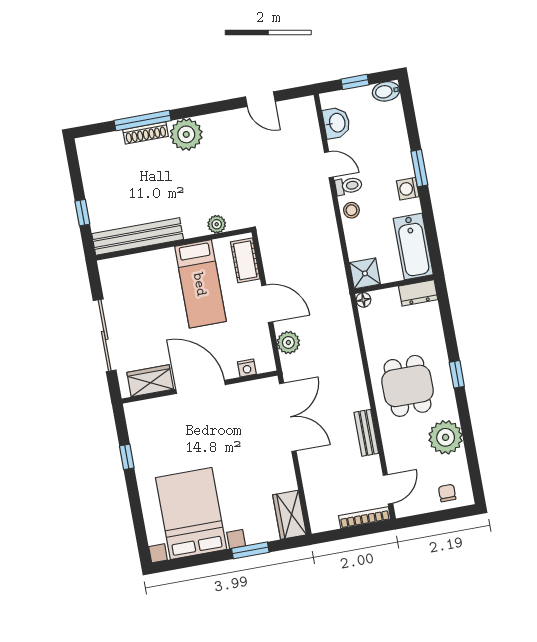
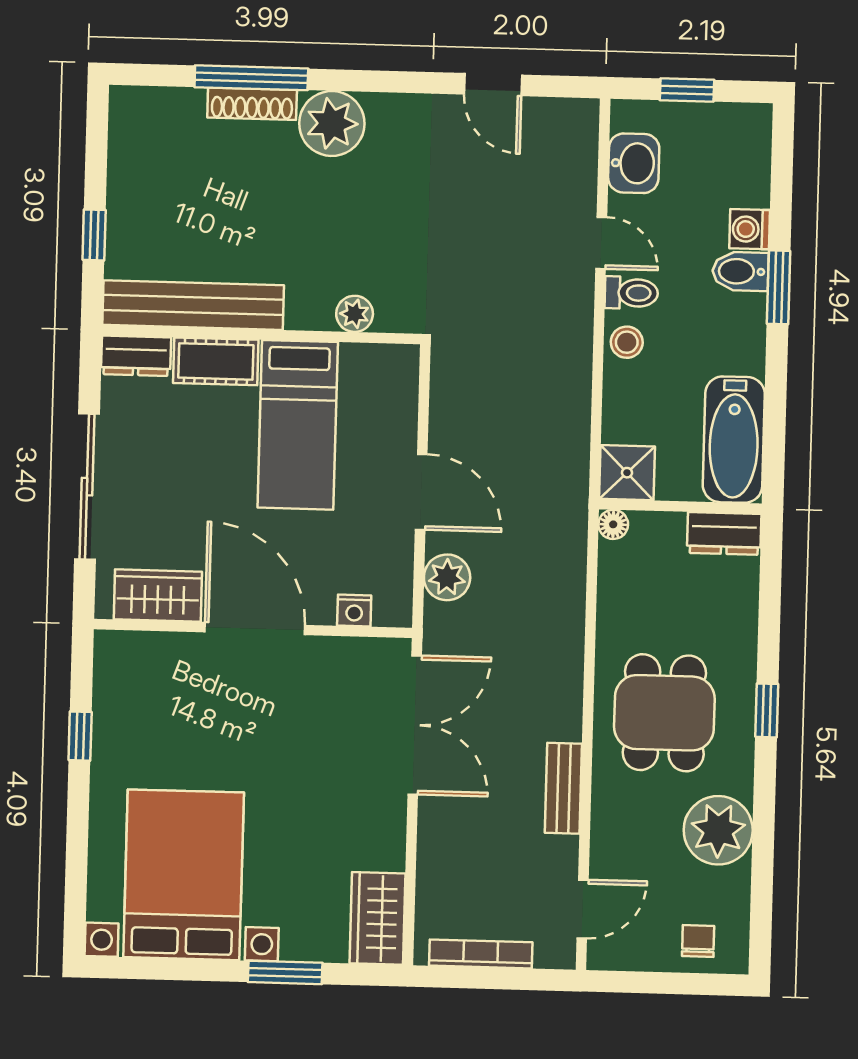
bidet: (386, 91) -> (740, 271), moved
washing machine: (408, 189) -> (750, 229), moved
cot: (245, 260) -> (216, 361), moved, turned 90
dresser: (115, 267) -> (136, 356), added
bookcase: (365, 518) -> (481, 954), moved

